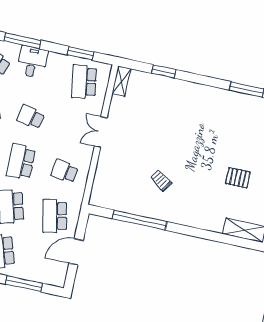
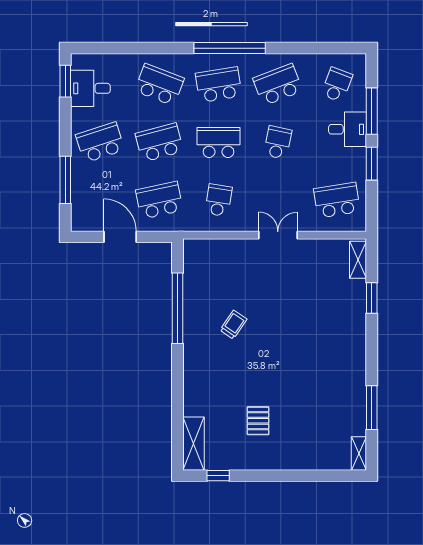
window: (81, 53) -> (372, 164), moved
shelving: (121, 81) -> (358, 260), moved, turned 90

